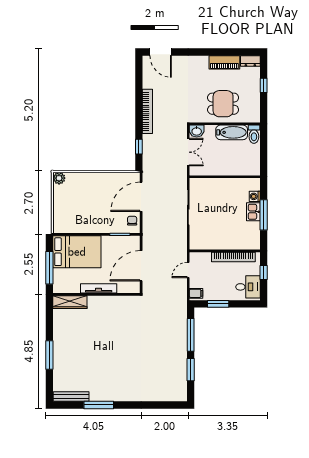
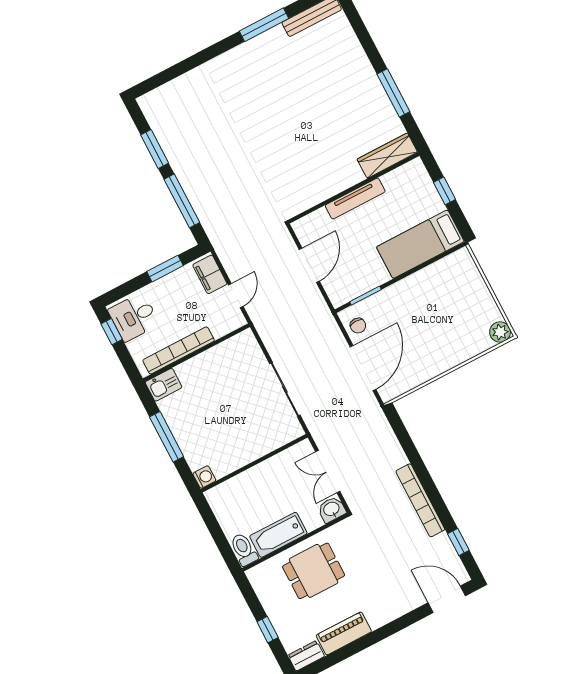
window: (139, 147) -> (458, 542), moved
washing machine: (255, 196) -> (204, 477), moved
kitchen sink: (253, 212) -> (164, 385), moved, turned 90
bed: (77, 252) -> (420, 244), width x0.67
door: (141, 266) -> (309, 265), width x0.73
window: (49, 268) -> (445, 191), width x0.46
window: (264, 273) -> (112, 332), moved
filing cabinet: (196, 293) -> (210, 274), width x2.00
window: (49, 355) -> (393, 93), moved

